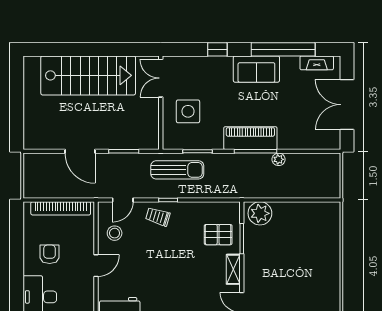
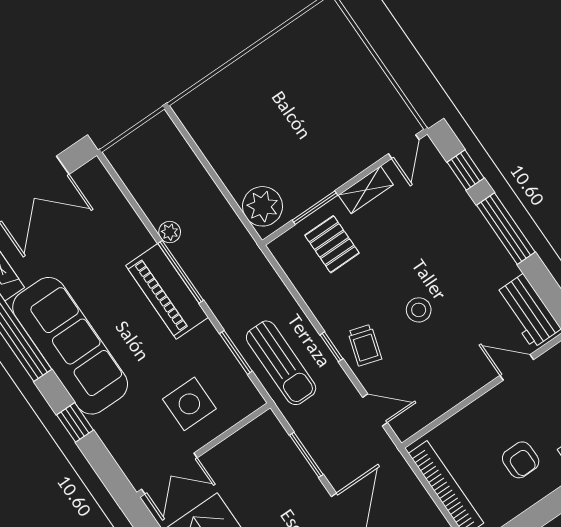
sofa: (256, 69) -> (70, 346), width x1.85, depth x1.27
sun lounger: (177, 170) -> (281, 363), turned 180
stool: (115, 233) -> (419, 310), moved
armchair: (50, 254) -> (521, 460), turned -90
door: (96, 266) -> (517, 367), moved

